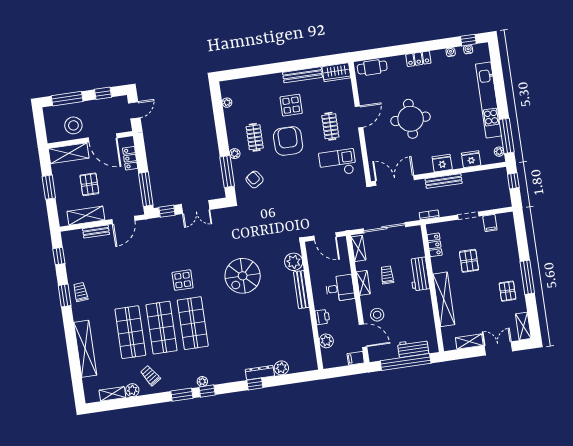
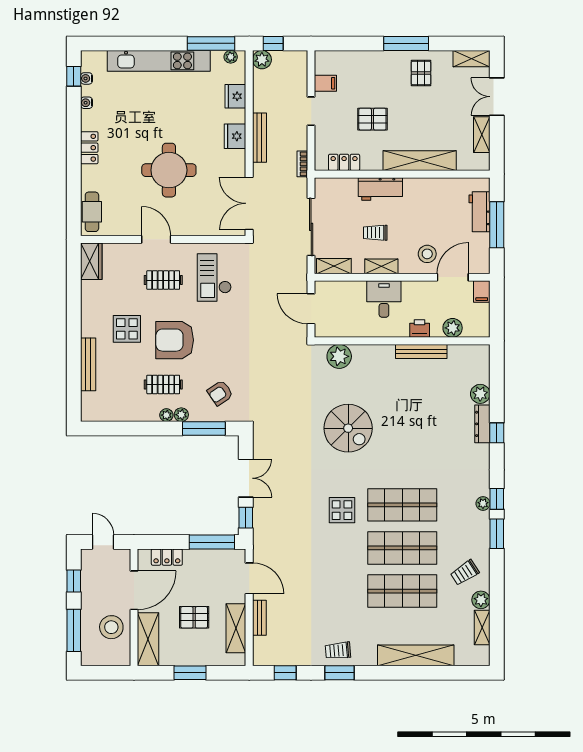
bench: (303, 75) -> (88, 364), moved
plant: (227, 103) -> (166, 415), moved
plant: (500, 174) -> (262, 60), added
door: (325, 236) -> (311, 309), swing flipped
bench: (301, 290) -> (421, 351), moved
pallet: (507, 291) -> (421, 73), turned 90
window: (406, 362) -> (497, 225), width x0.68

